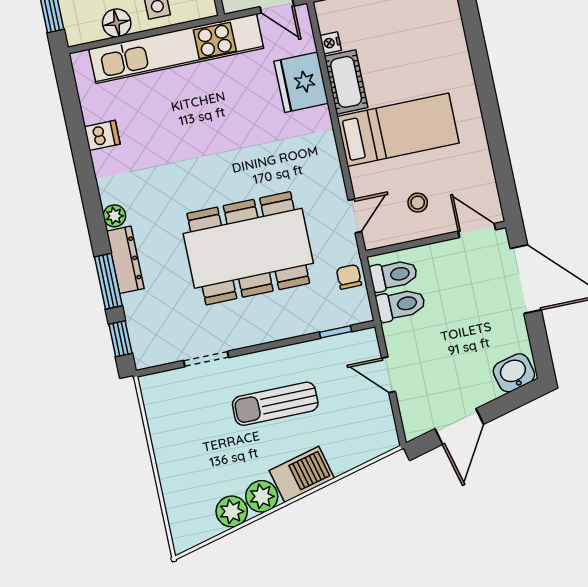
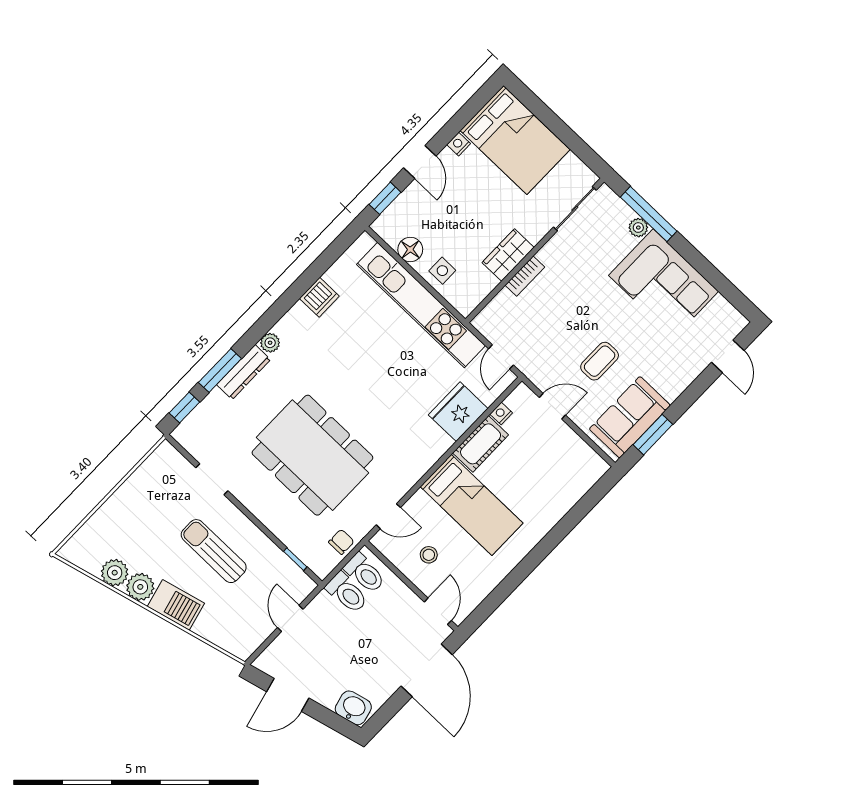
dishwasher: (102, 135) -> (319, 297), width x1.38

